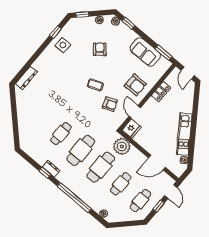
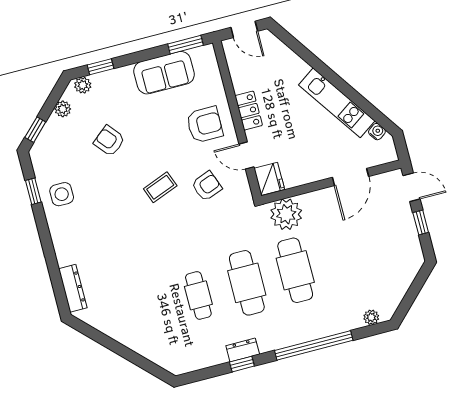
locker: (161, 92) -> (249, 111), moved
cafe table: (121, 184) -> (344, 258), removed
cafe table: (141, 201) -> (392, 245), removed

